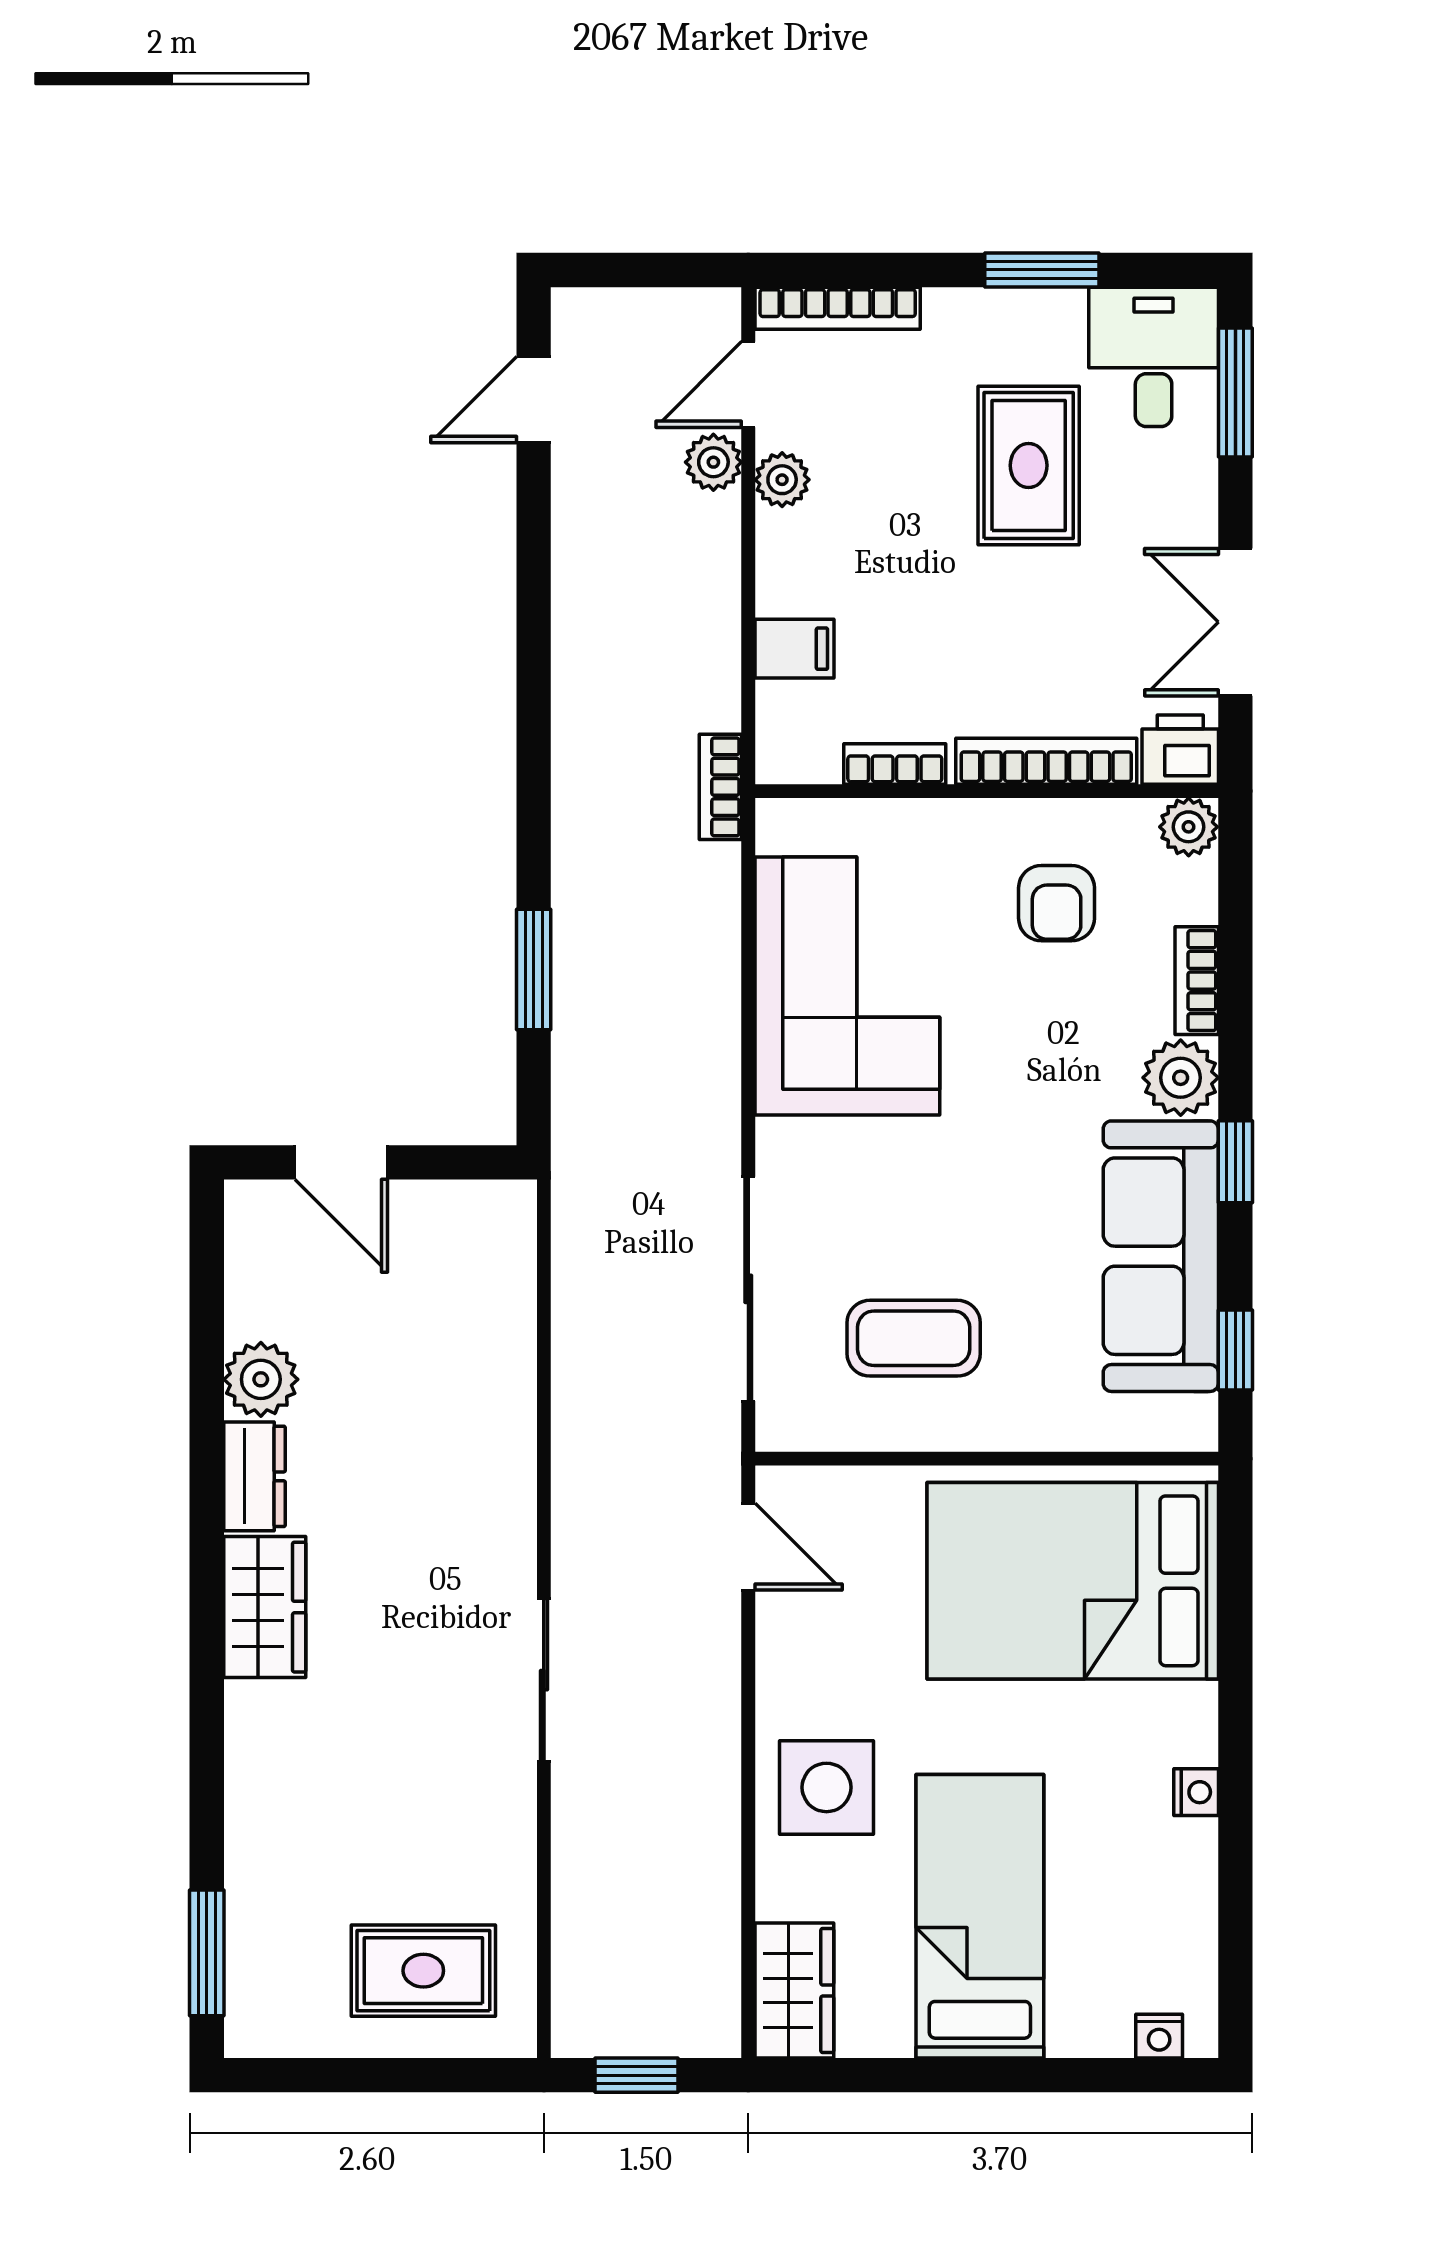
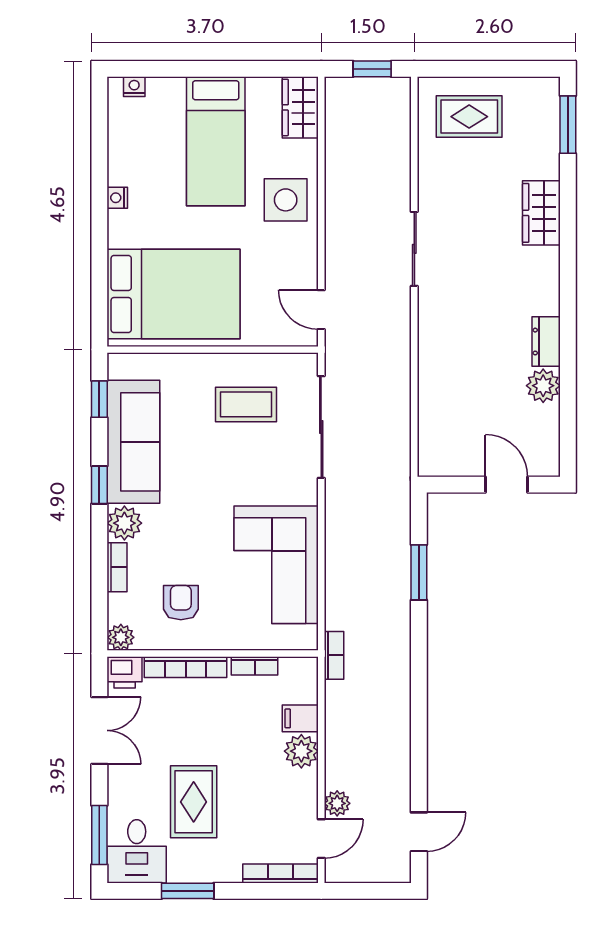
plant: (782, 480) -> (301, 751), moved, width x1.38, depth x1.38
wardrobe: (265, 1607) -> (541, 213), moved

